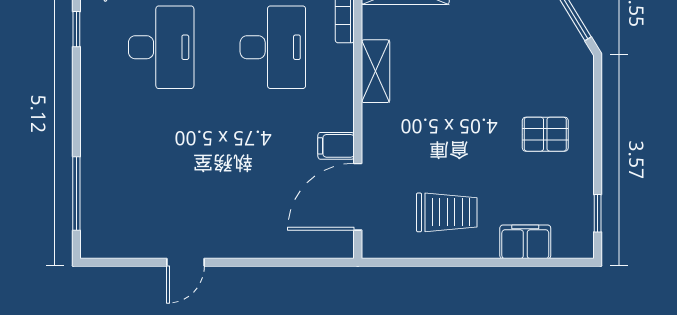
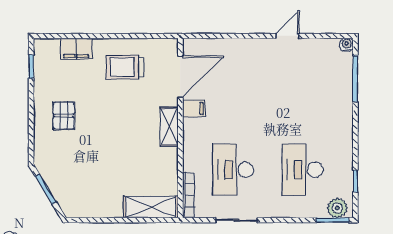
shelving: (375, 71) -> (169, 127), moved
pallet: (545, 134) -> (64, 116), turned 90
water cooler: (90, 248) -> (347, 45), added

